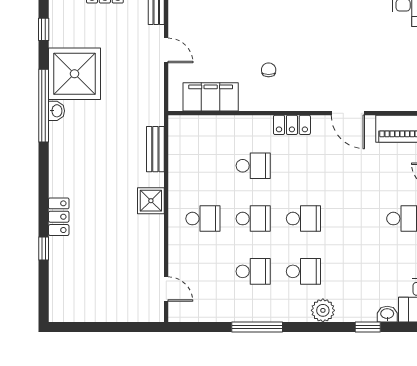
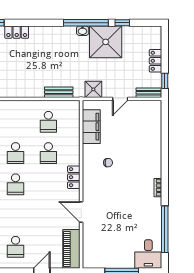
window: (44, 29) -> (122, 23), moved
door: (348, 113) -> (81, 212), hinge flipped
shower: (151, 201) -> (93, 89), moved
school desk: (203, 219) -> (48, 122), moved

